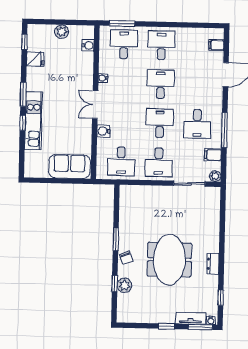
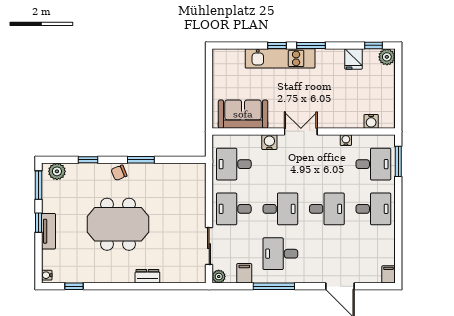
plant: (62, 32) -> (387, 57), moved
filing cabinet: (216, 45) -> (389, 274), moved
water cooler: (103, 78) -> (346, 140), moved
sofa: (69, 166) -> (243, 114), moved, turned -90
dresser: (213, 264) -> (147, 276), moved
plant: (124, 285) -> (57, 171), moved
tv unit: (191, 318) -> (49, 231), moved
window: (200, 327) -> (39, 185), moved

